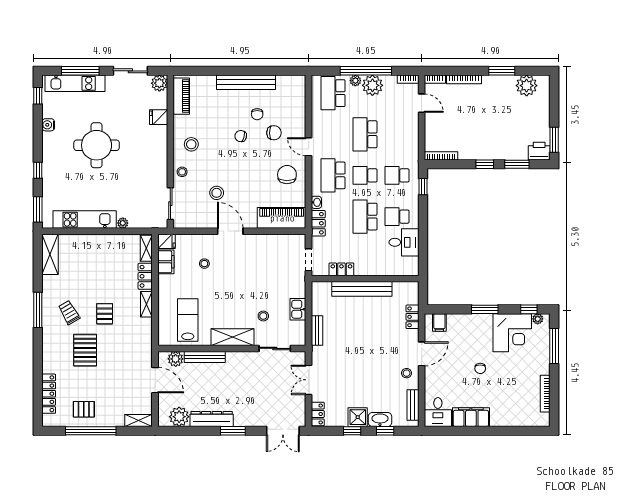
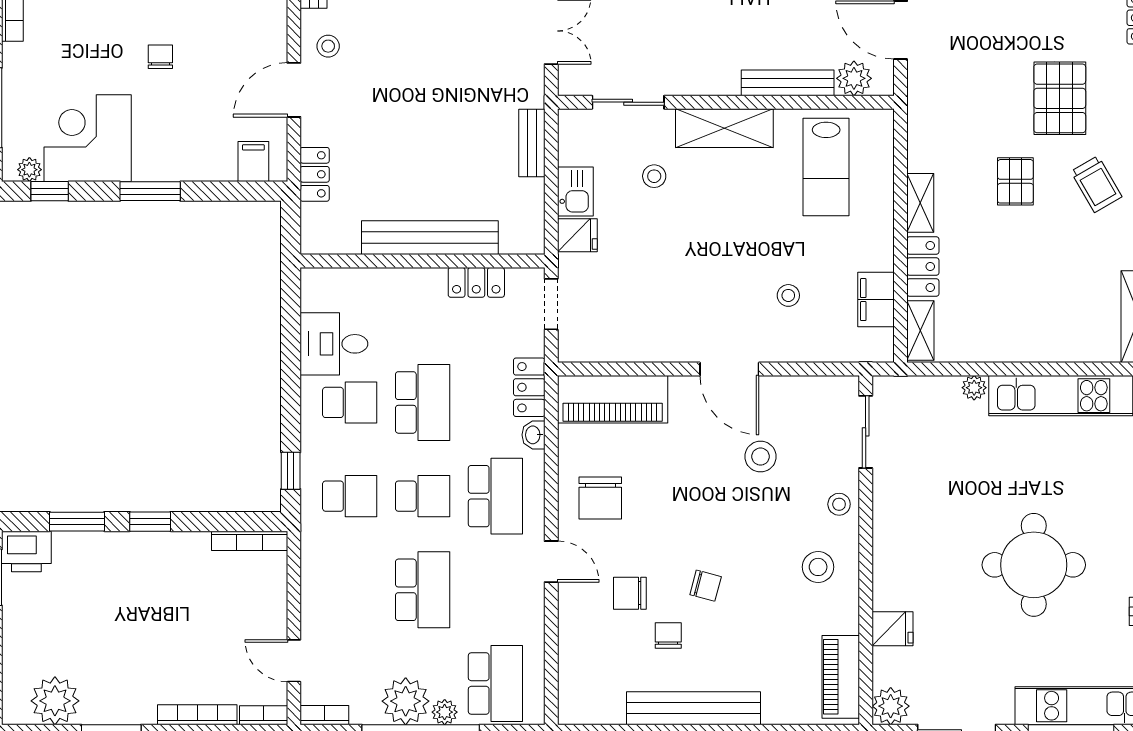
fridge: (167, 241) -> (577, 235), moved, turned 180

